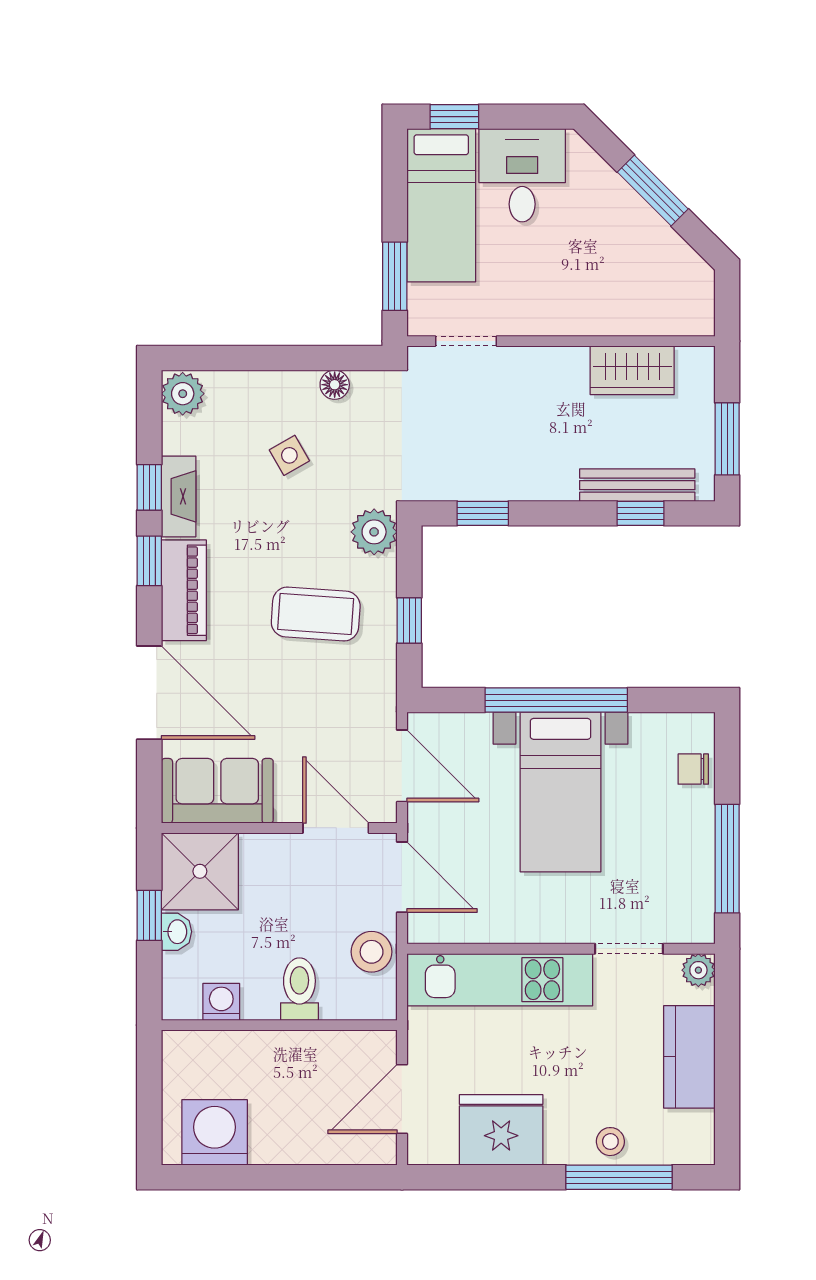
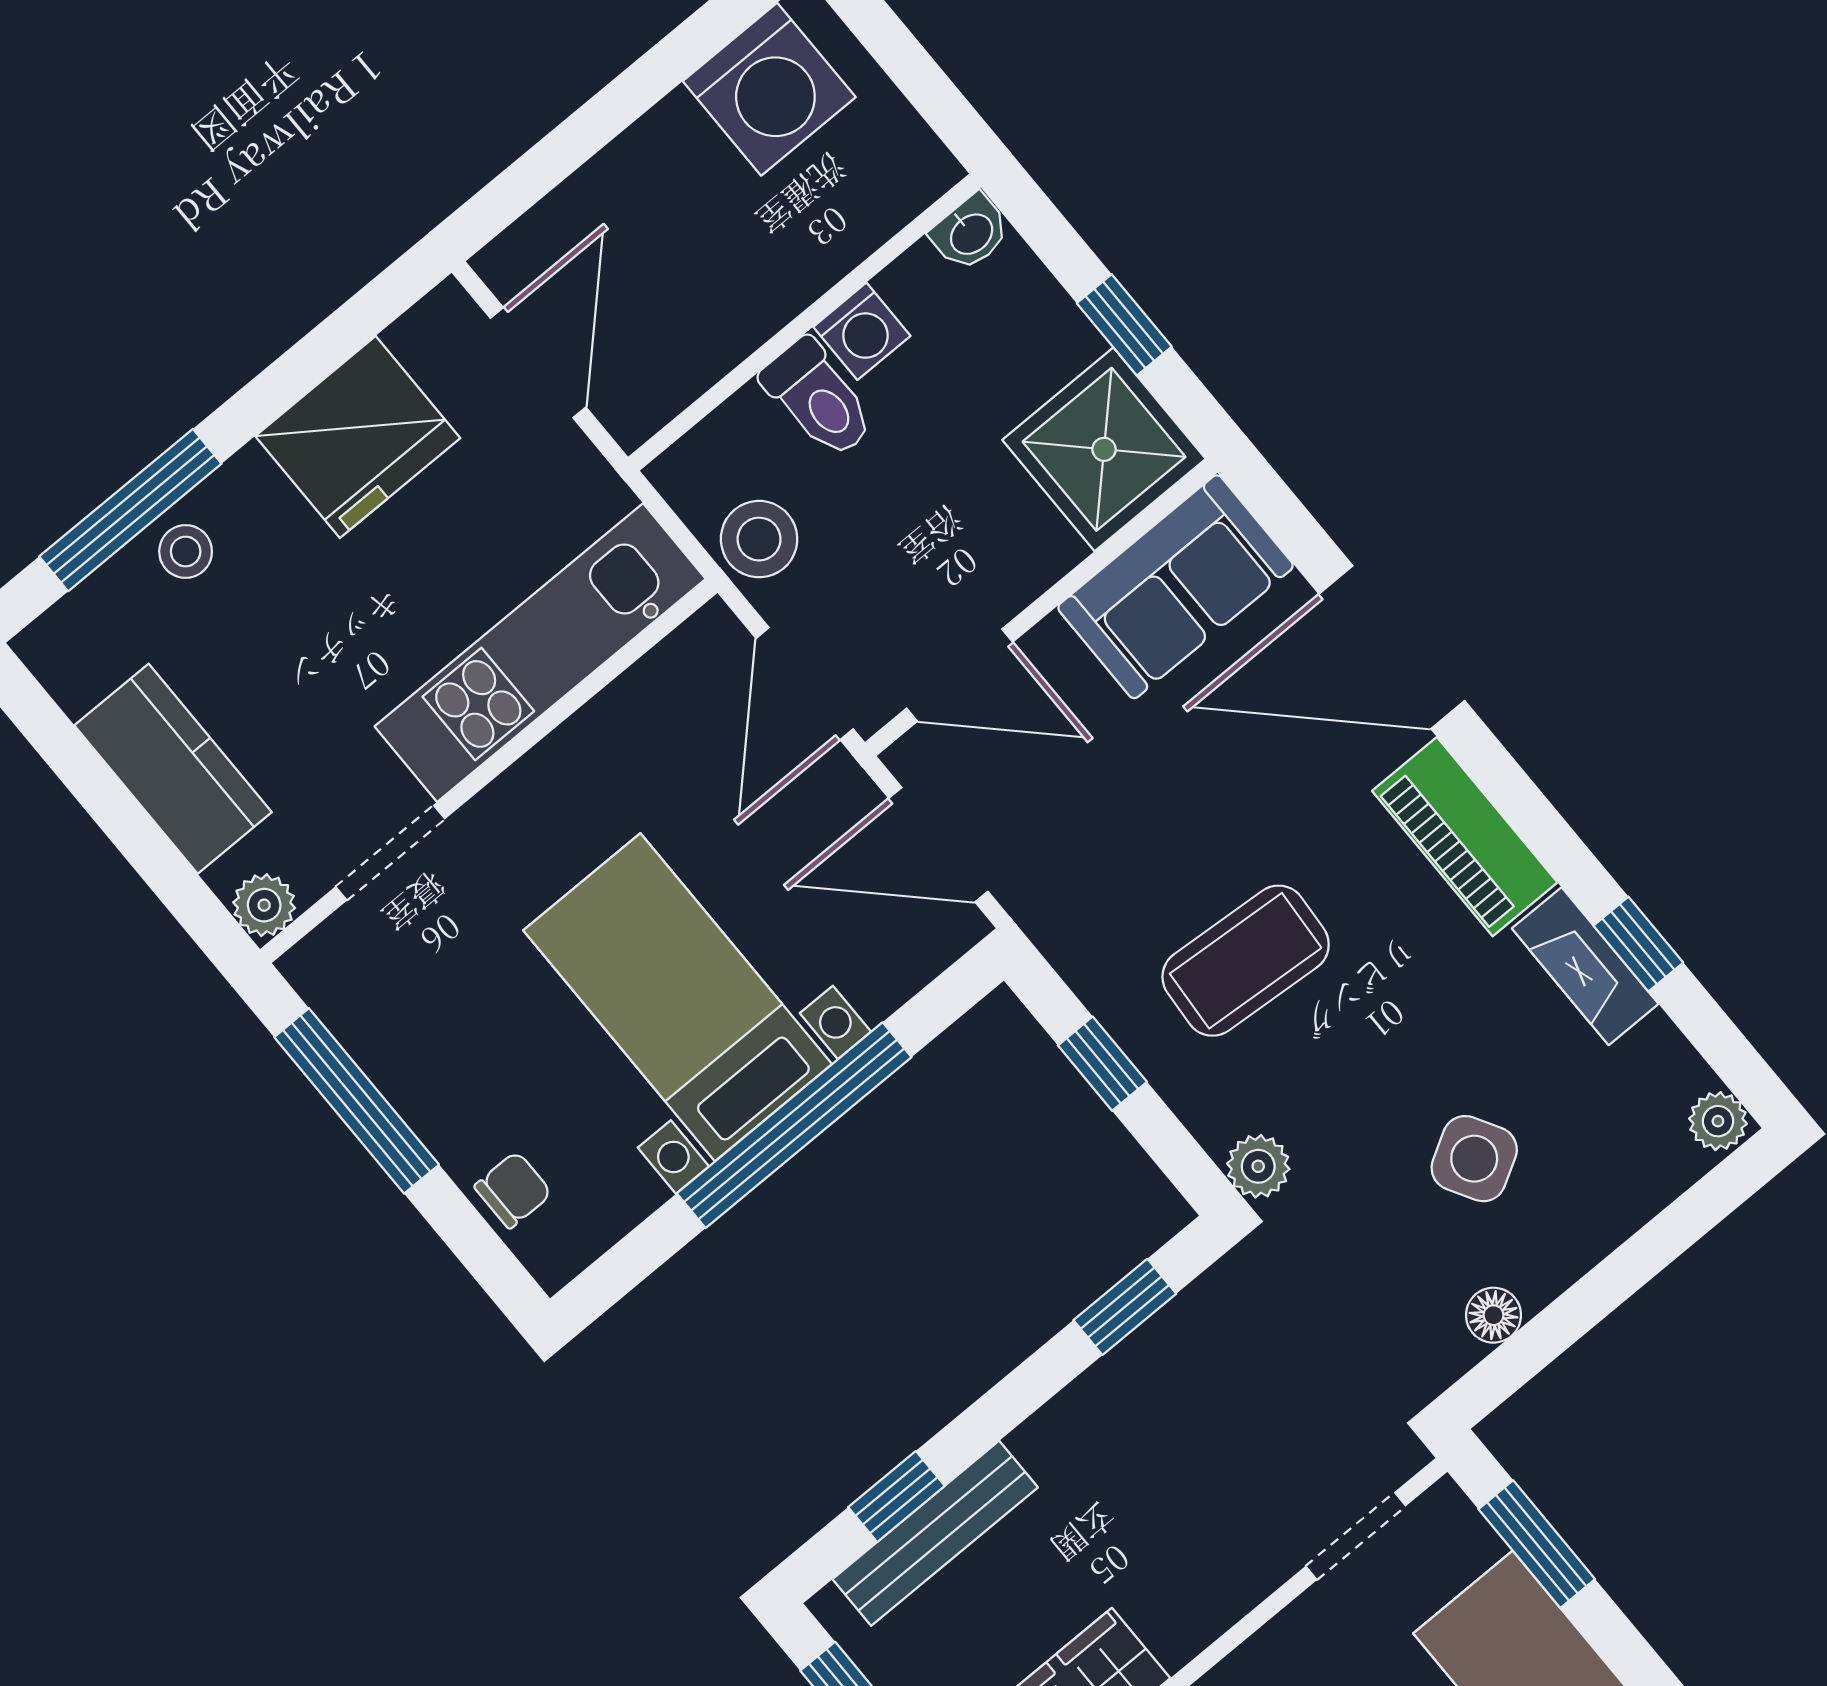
plant: (183, 394) -> (1718, 1121), width x0.73, depth x0.73
side table: (289, 455) -> (1474, 1159), width x1.37, depth x1.37
plant: (374, 532) -> (1258, 1166), width x0.73, depth x0.73
window: (149, 561) -> (1550, 838), removed
door: (402, 877) -> (805, 684), hinge flipped
washbasin: (176, 932) -> (971, 233), moved, turned -90
washing machine: (221, 1002) -> (862, 331), moved

